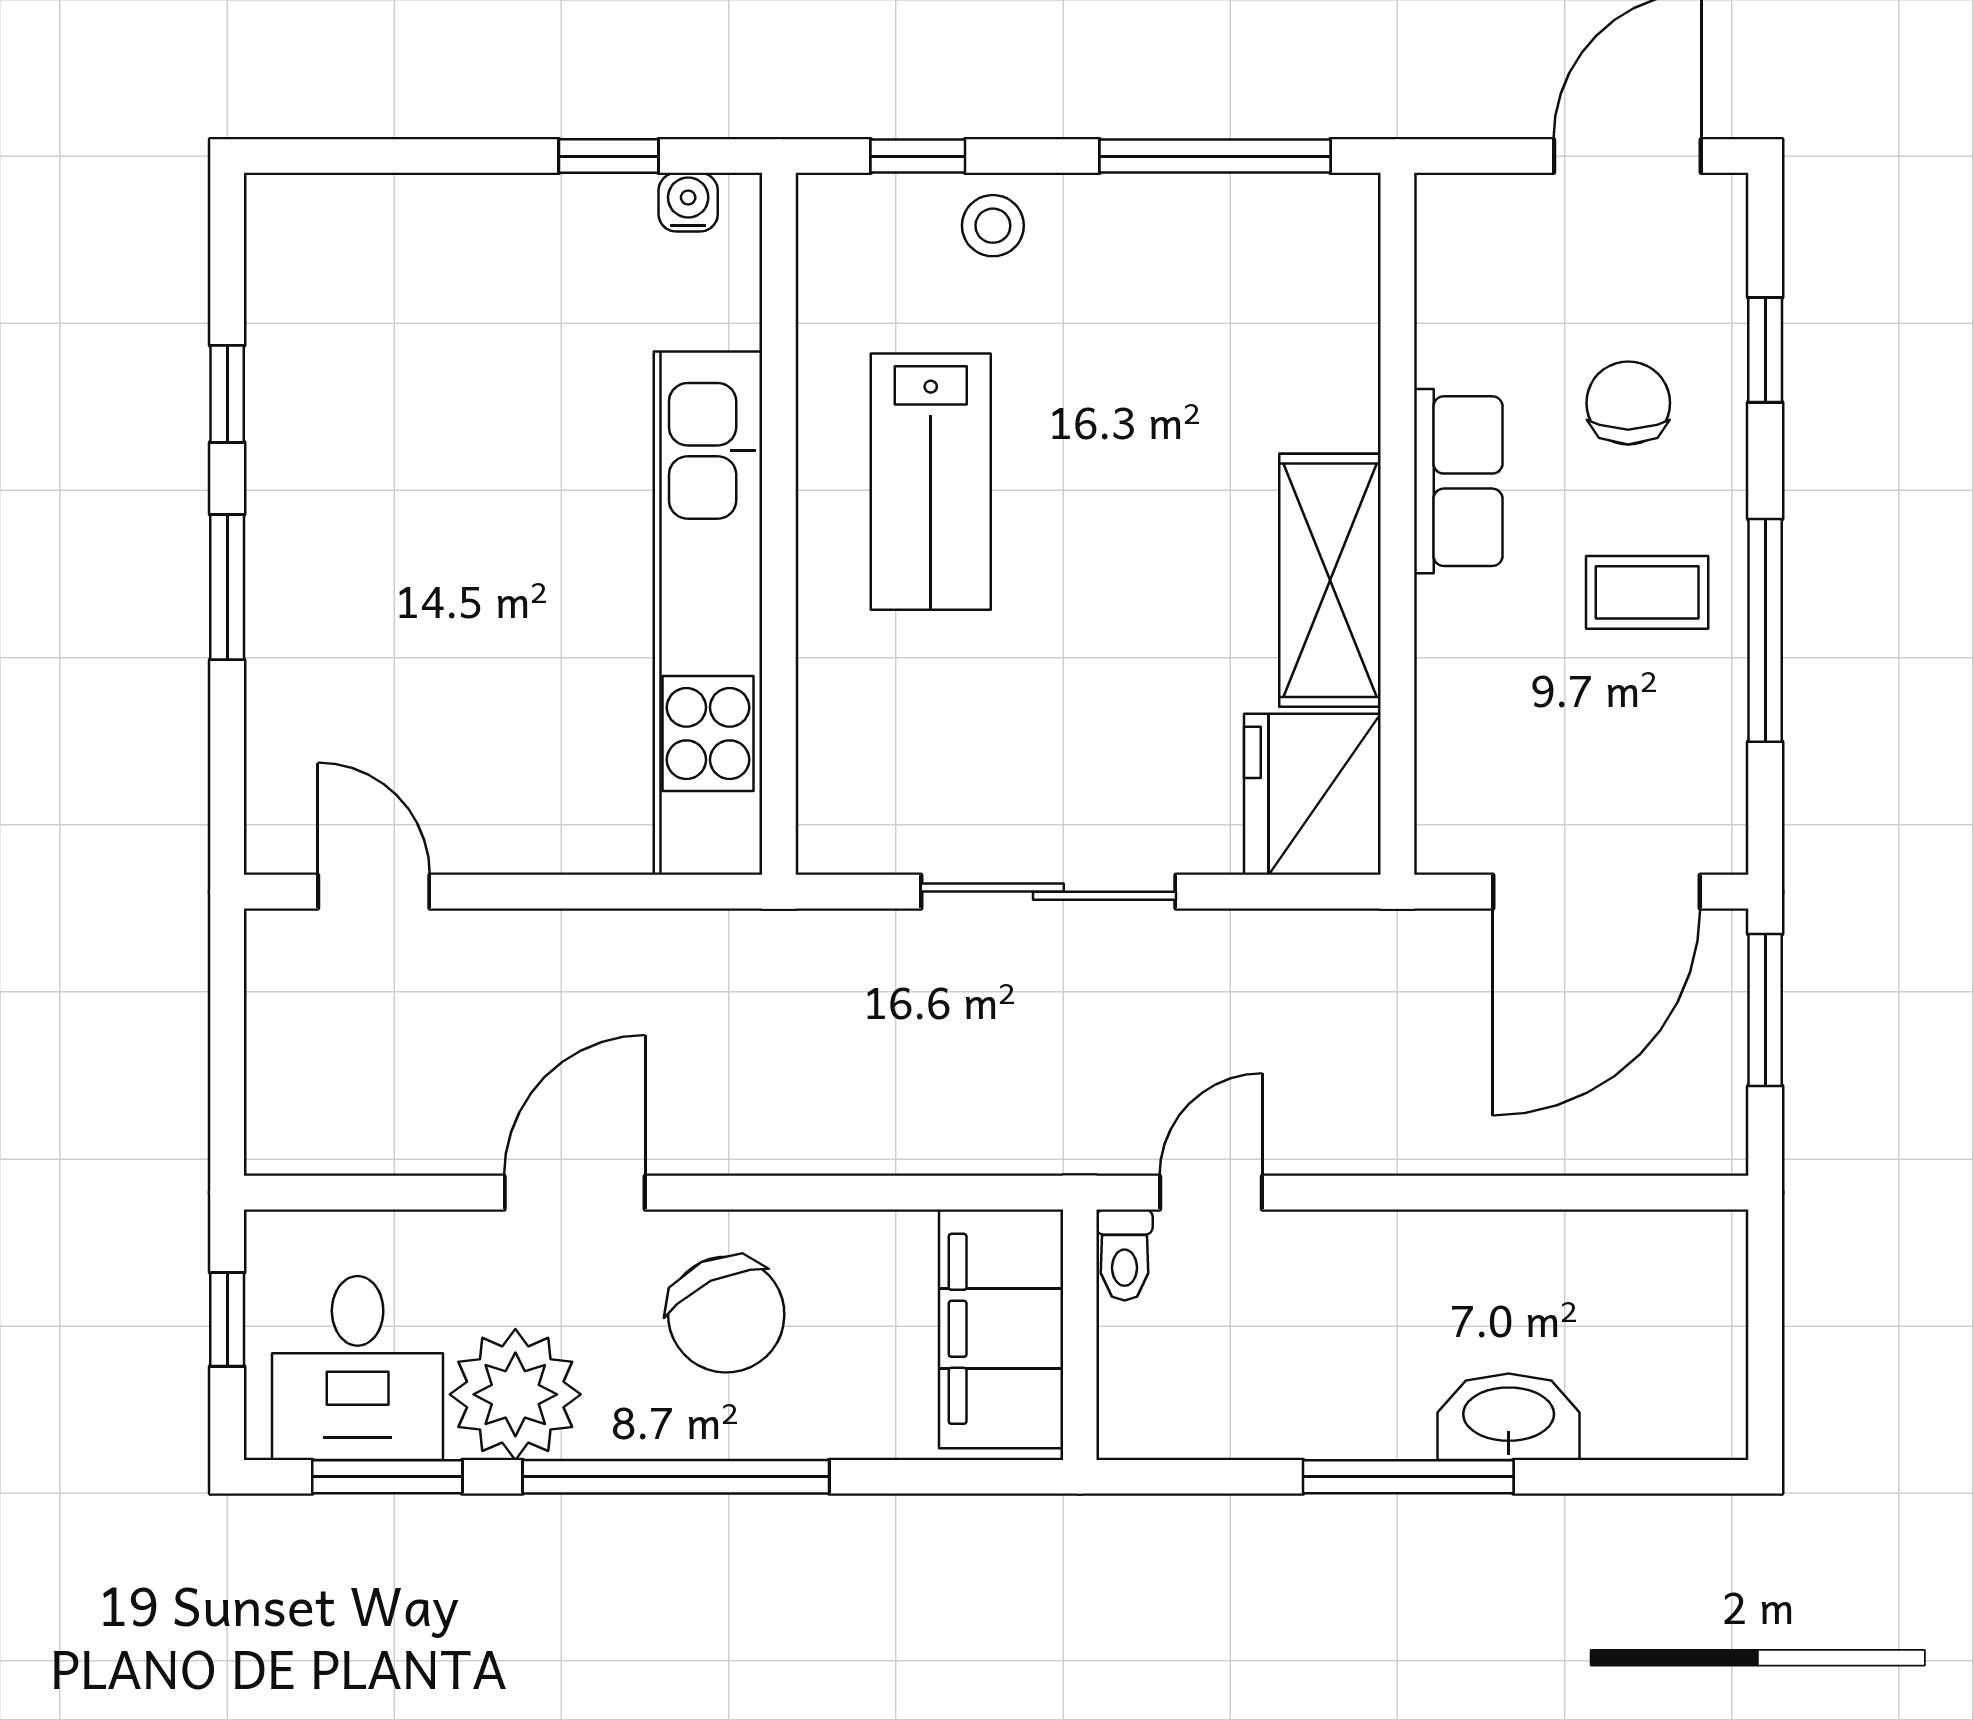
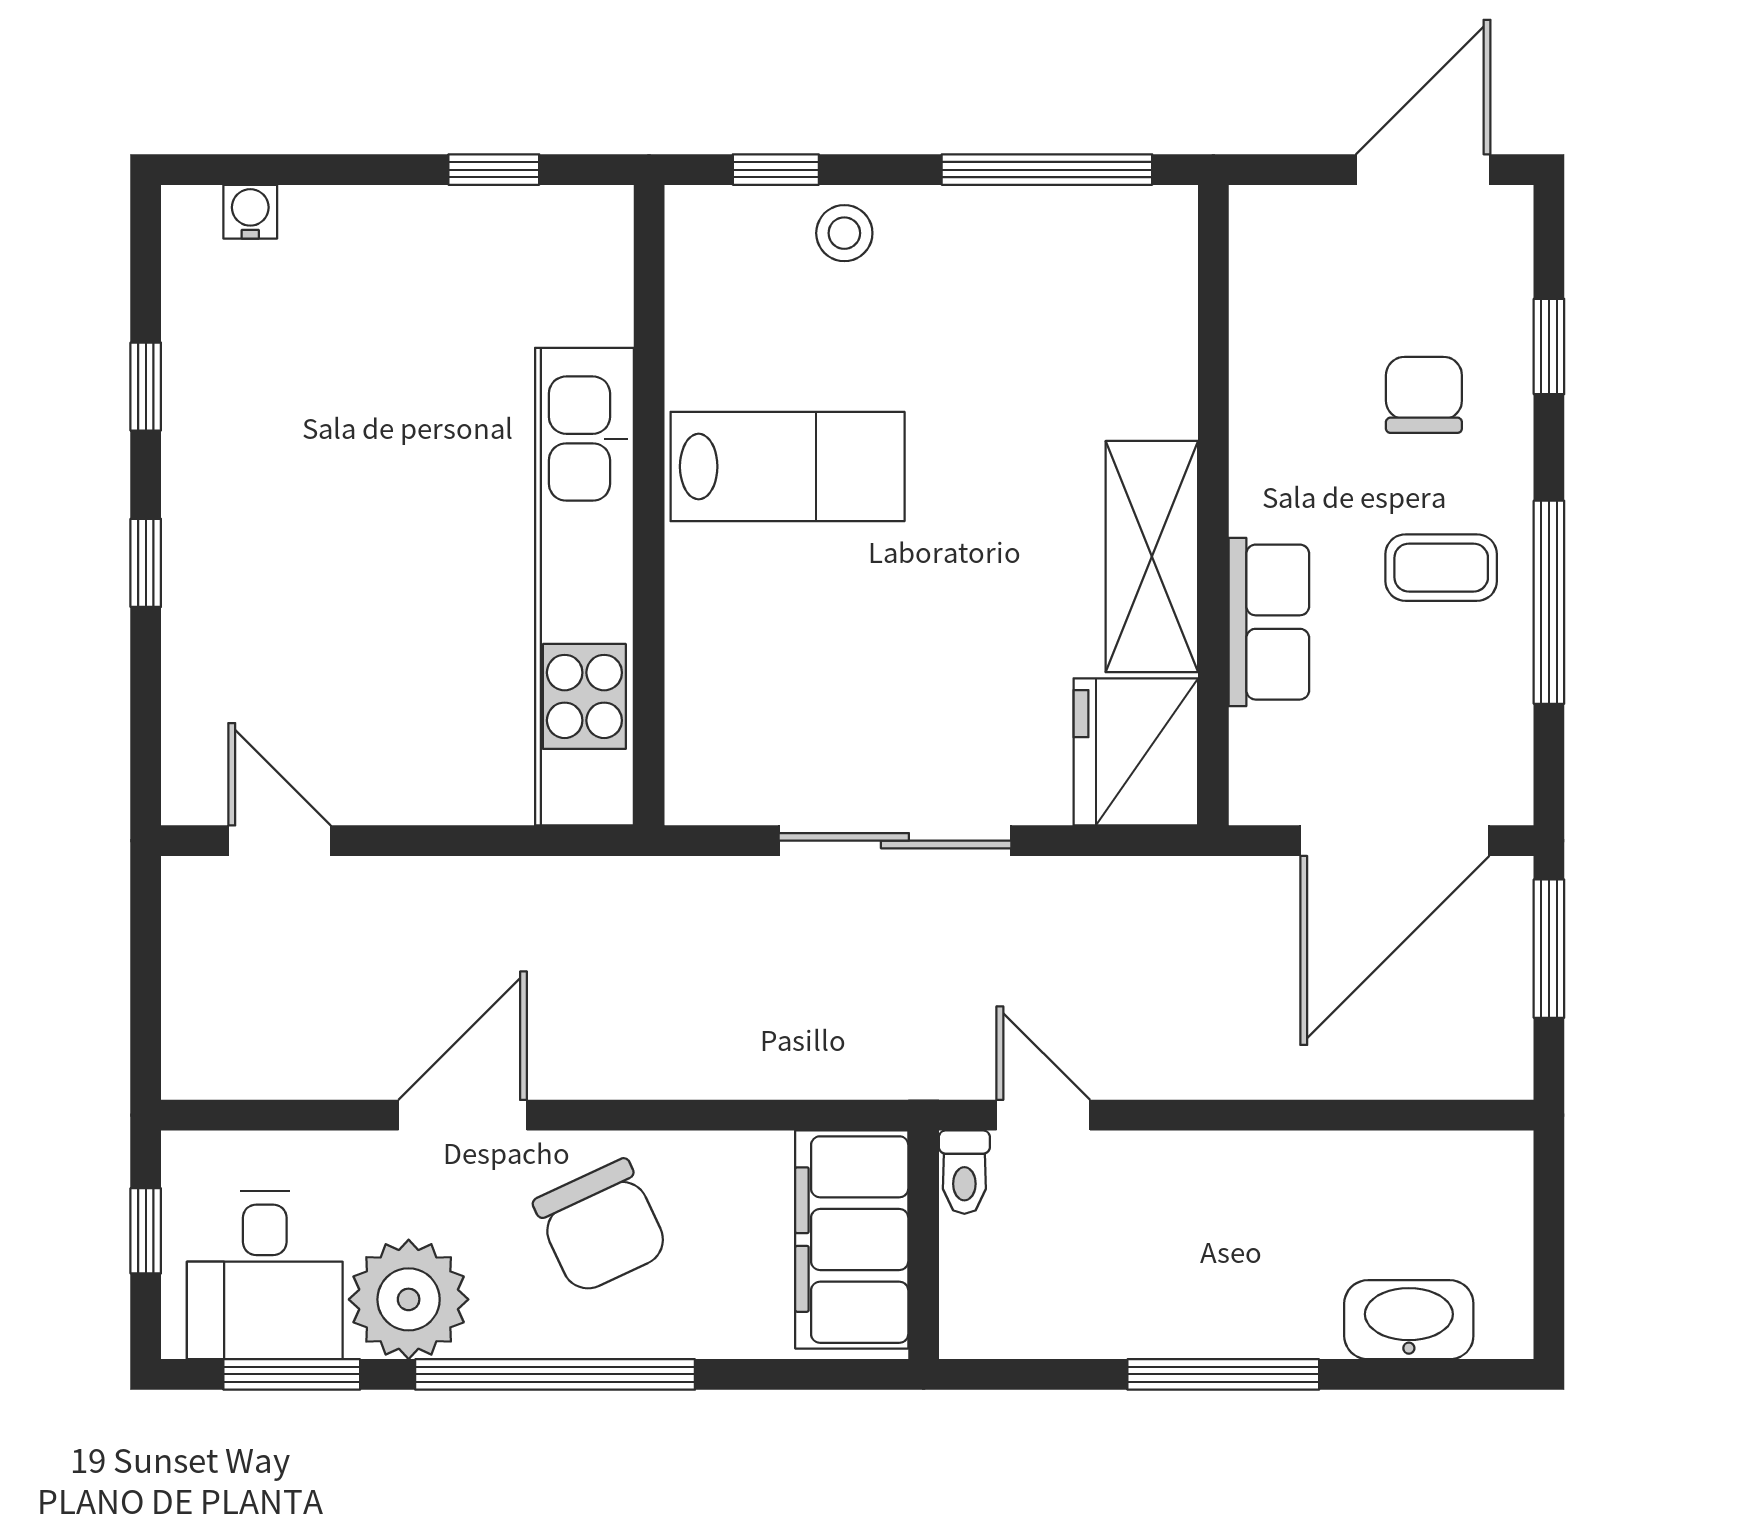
water cooler: (688, 202) -> (250, 212), moved
row of seats: (1458, 481) -> (1269, 622), moved
lab bench: (931, 482) -> (788, 467), turned -90
window: (227, 587) -> (146, 563), width x0.67
door: (1211, 1193) -> (1043, 1115), hinge flipped
washbasin: (1509, 1417) -> (1409, 1320), moved

